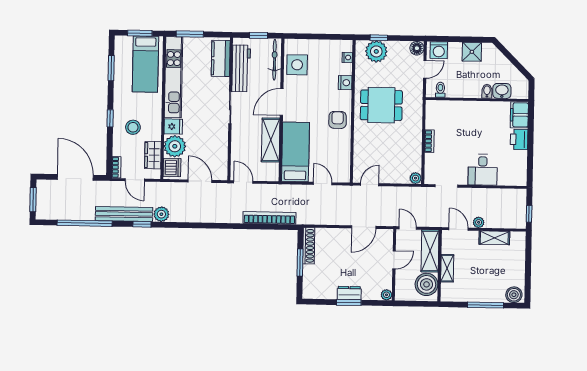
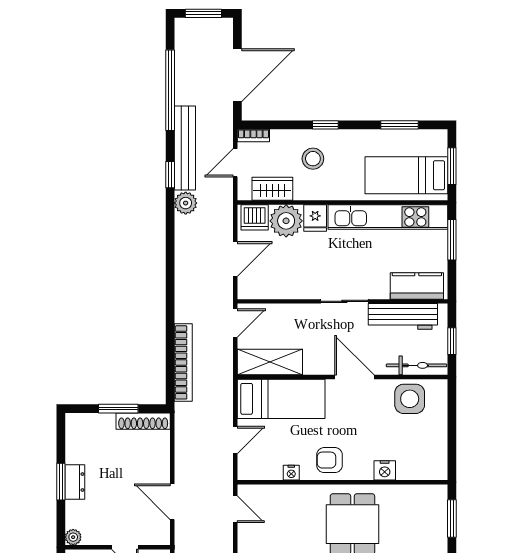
window: (379, 38) -> (452, 518), width x1.50
plant: (376, 51) -> (432, 515), removed
nightstand: (347, 57) -> (291, 473), moved
armchair: (338, 120) -> (330, 460), turned 180
shelving: (271, 140) -> (270, 362), moved

